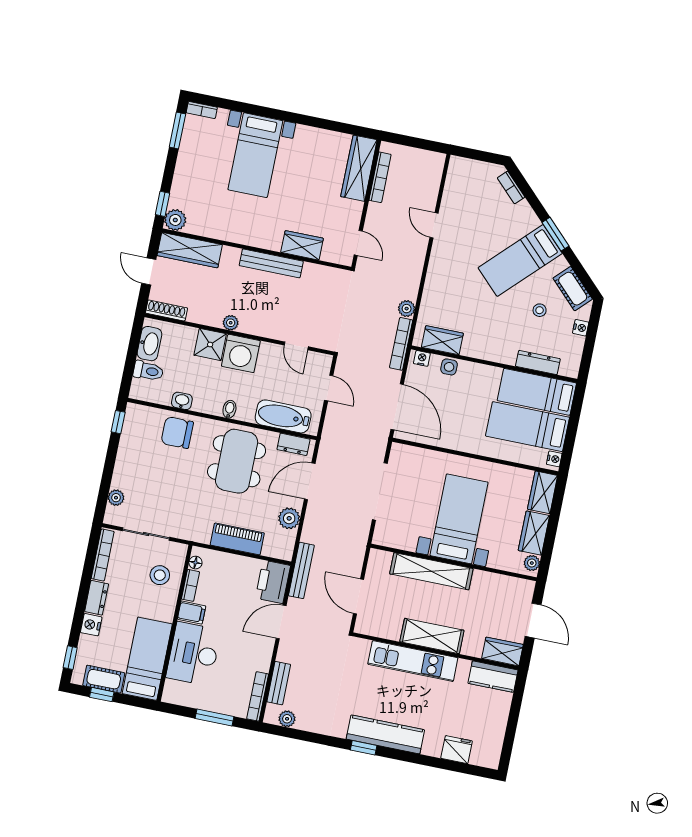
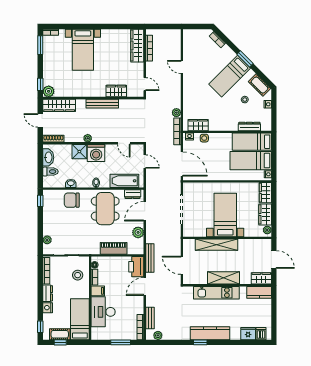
dishwasher: (481, 754) -> (261, 334), added

